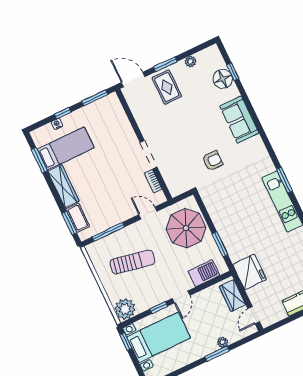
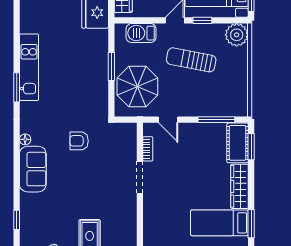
floor lamp: (223, 79) -> (25, 139), moved, width x0.53, depth x0.53
cot: (78, 218) -> (238, 143), width x1.37, depth x1.34
window: (220, 244) -> (111, 67), moved
sun lounger: (132, 262) -> (191, 60), moved

